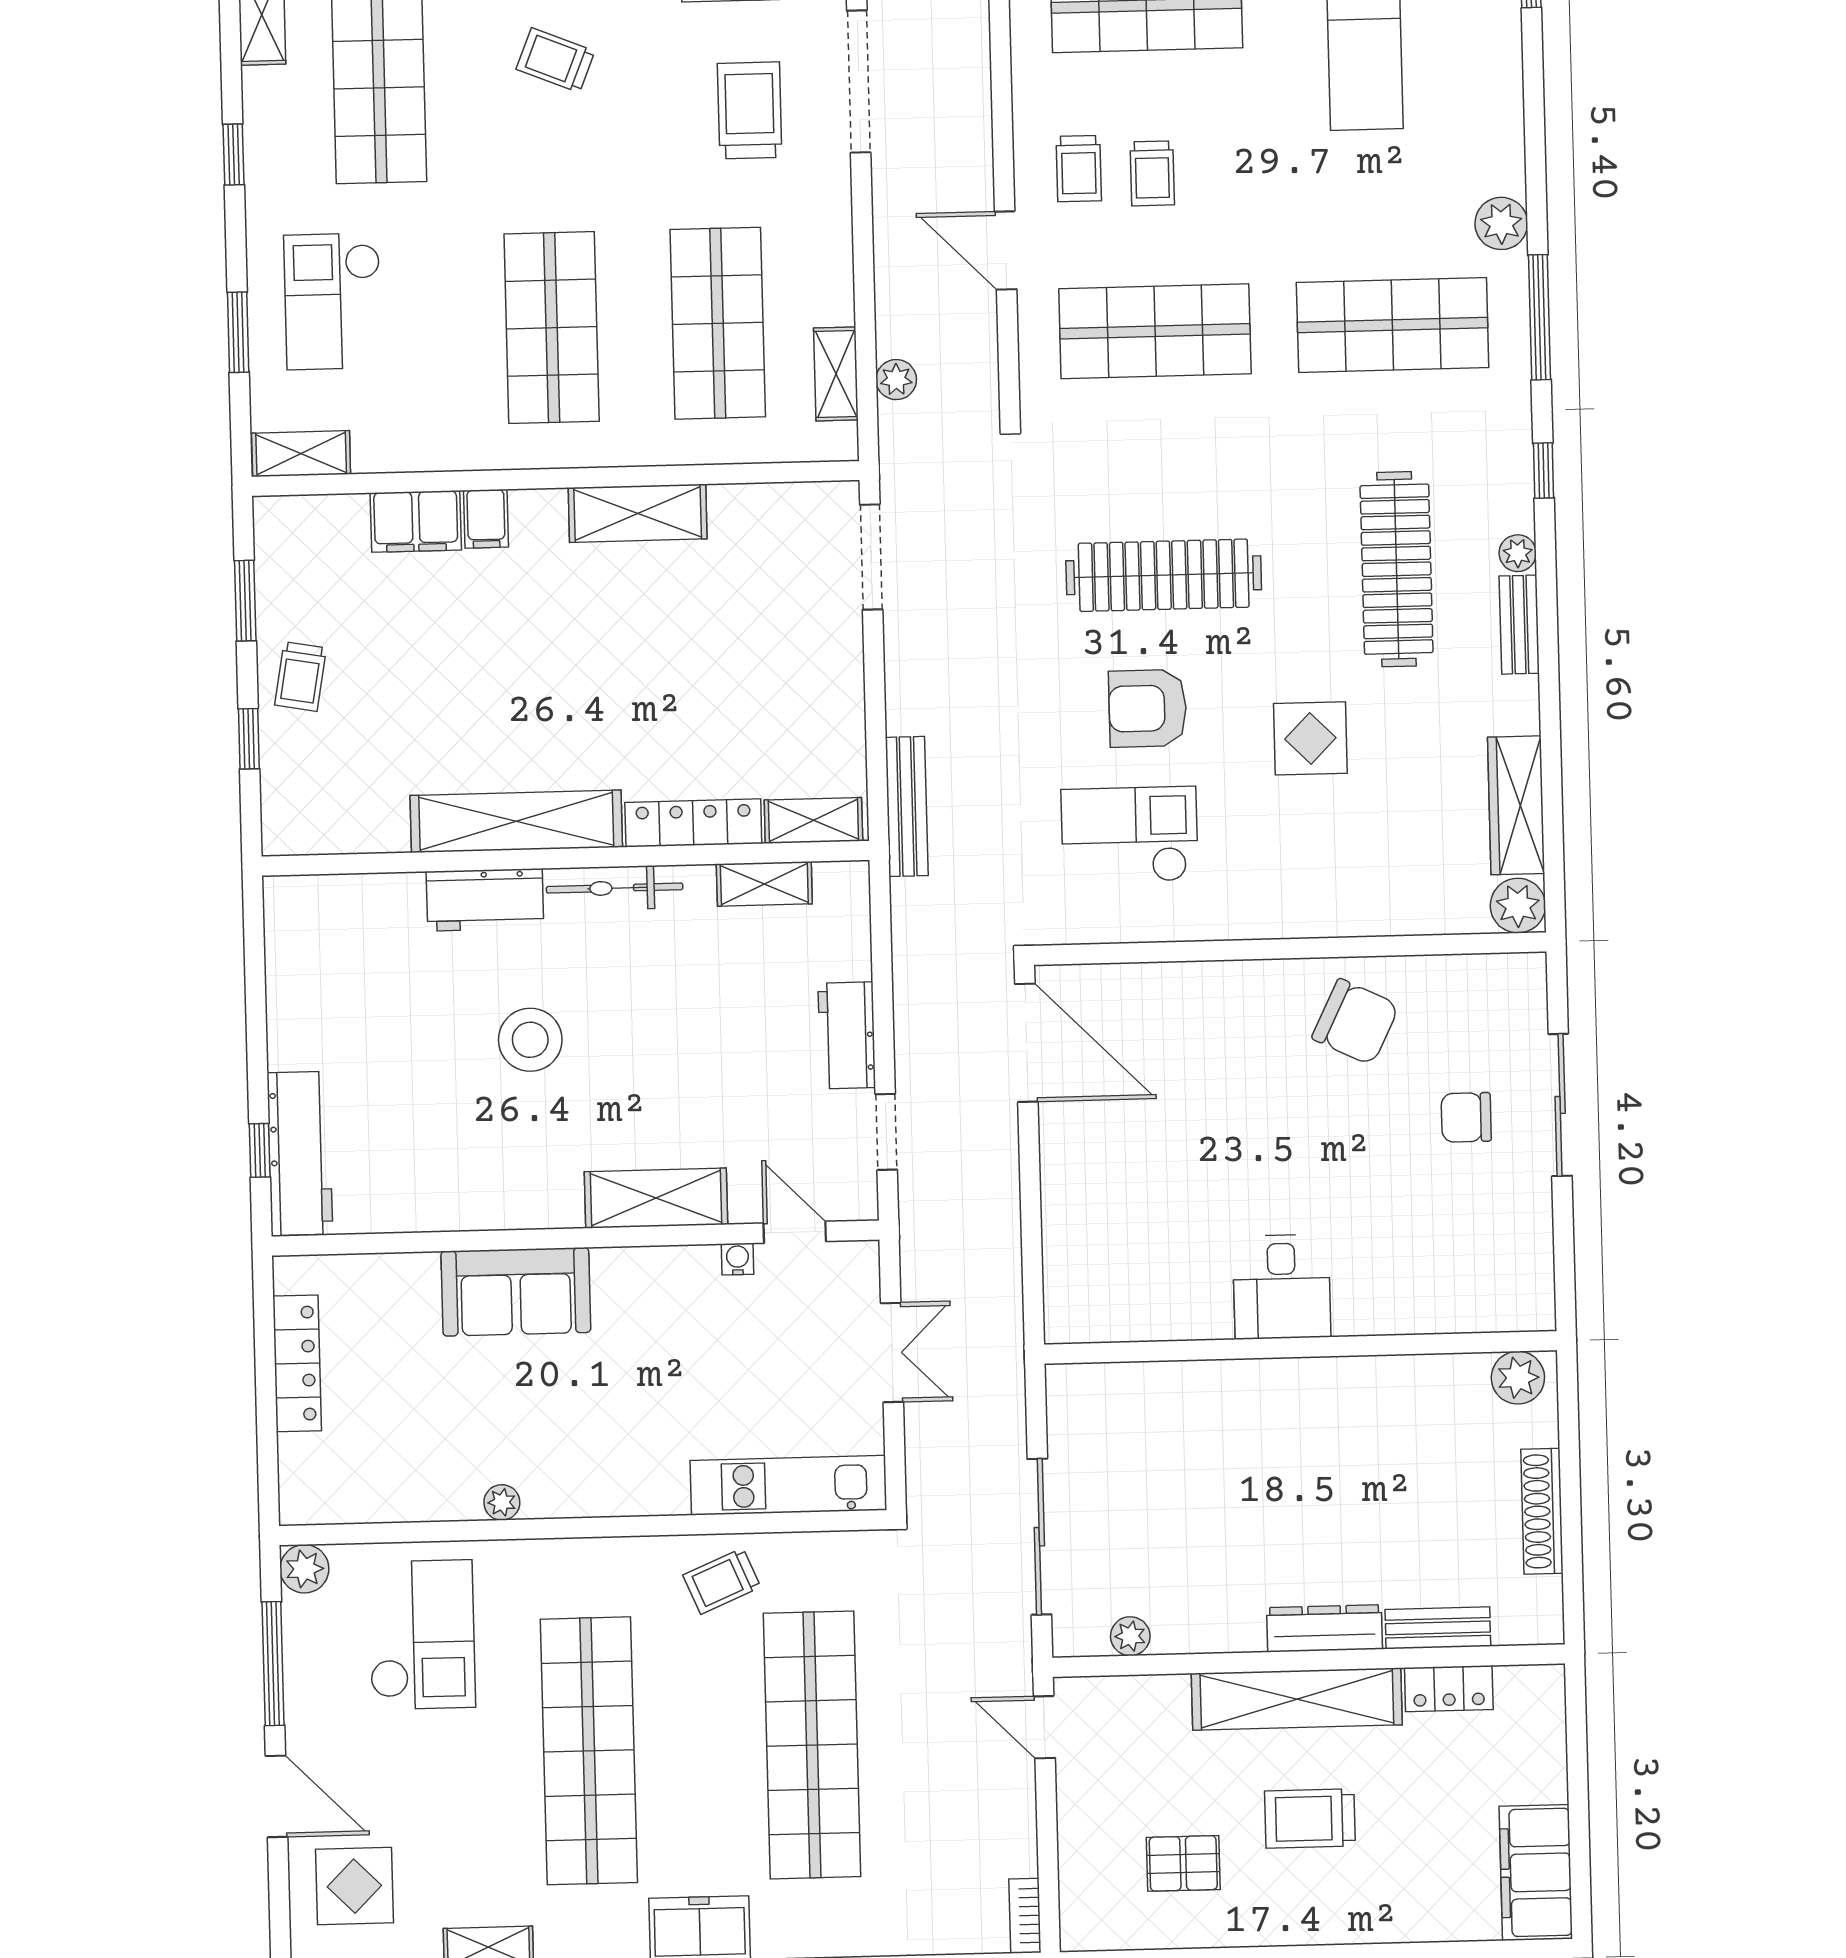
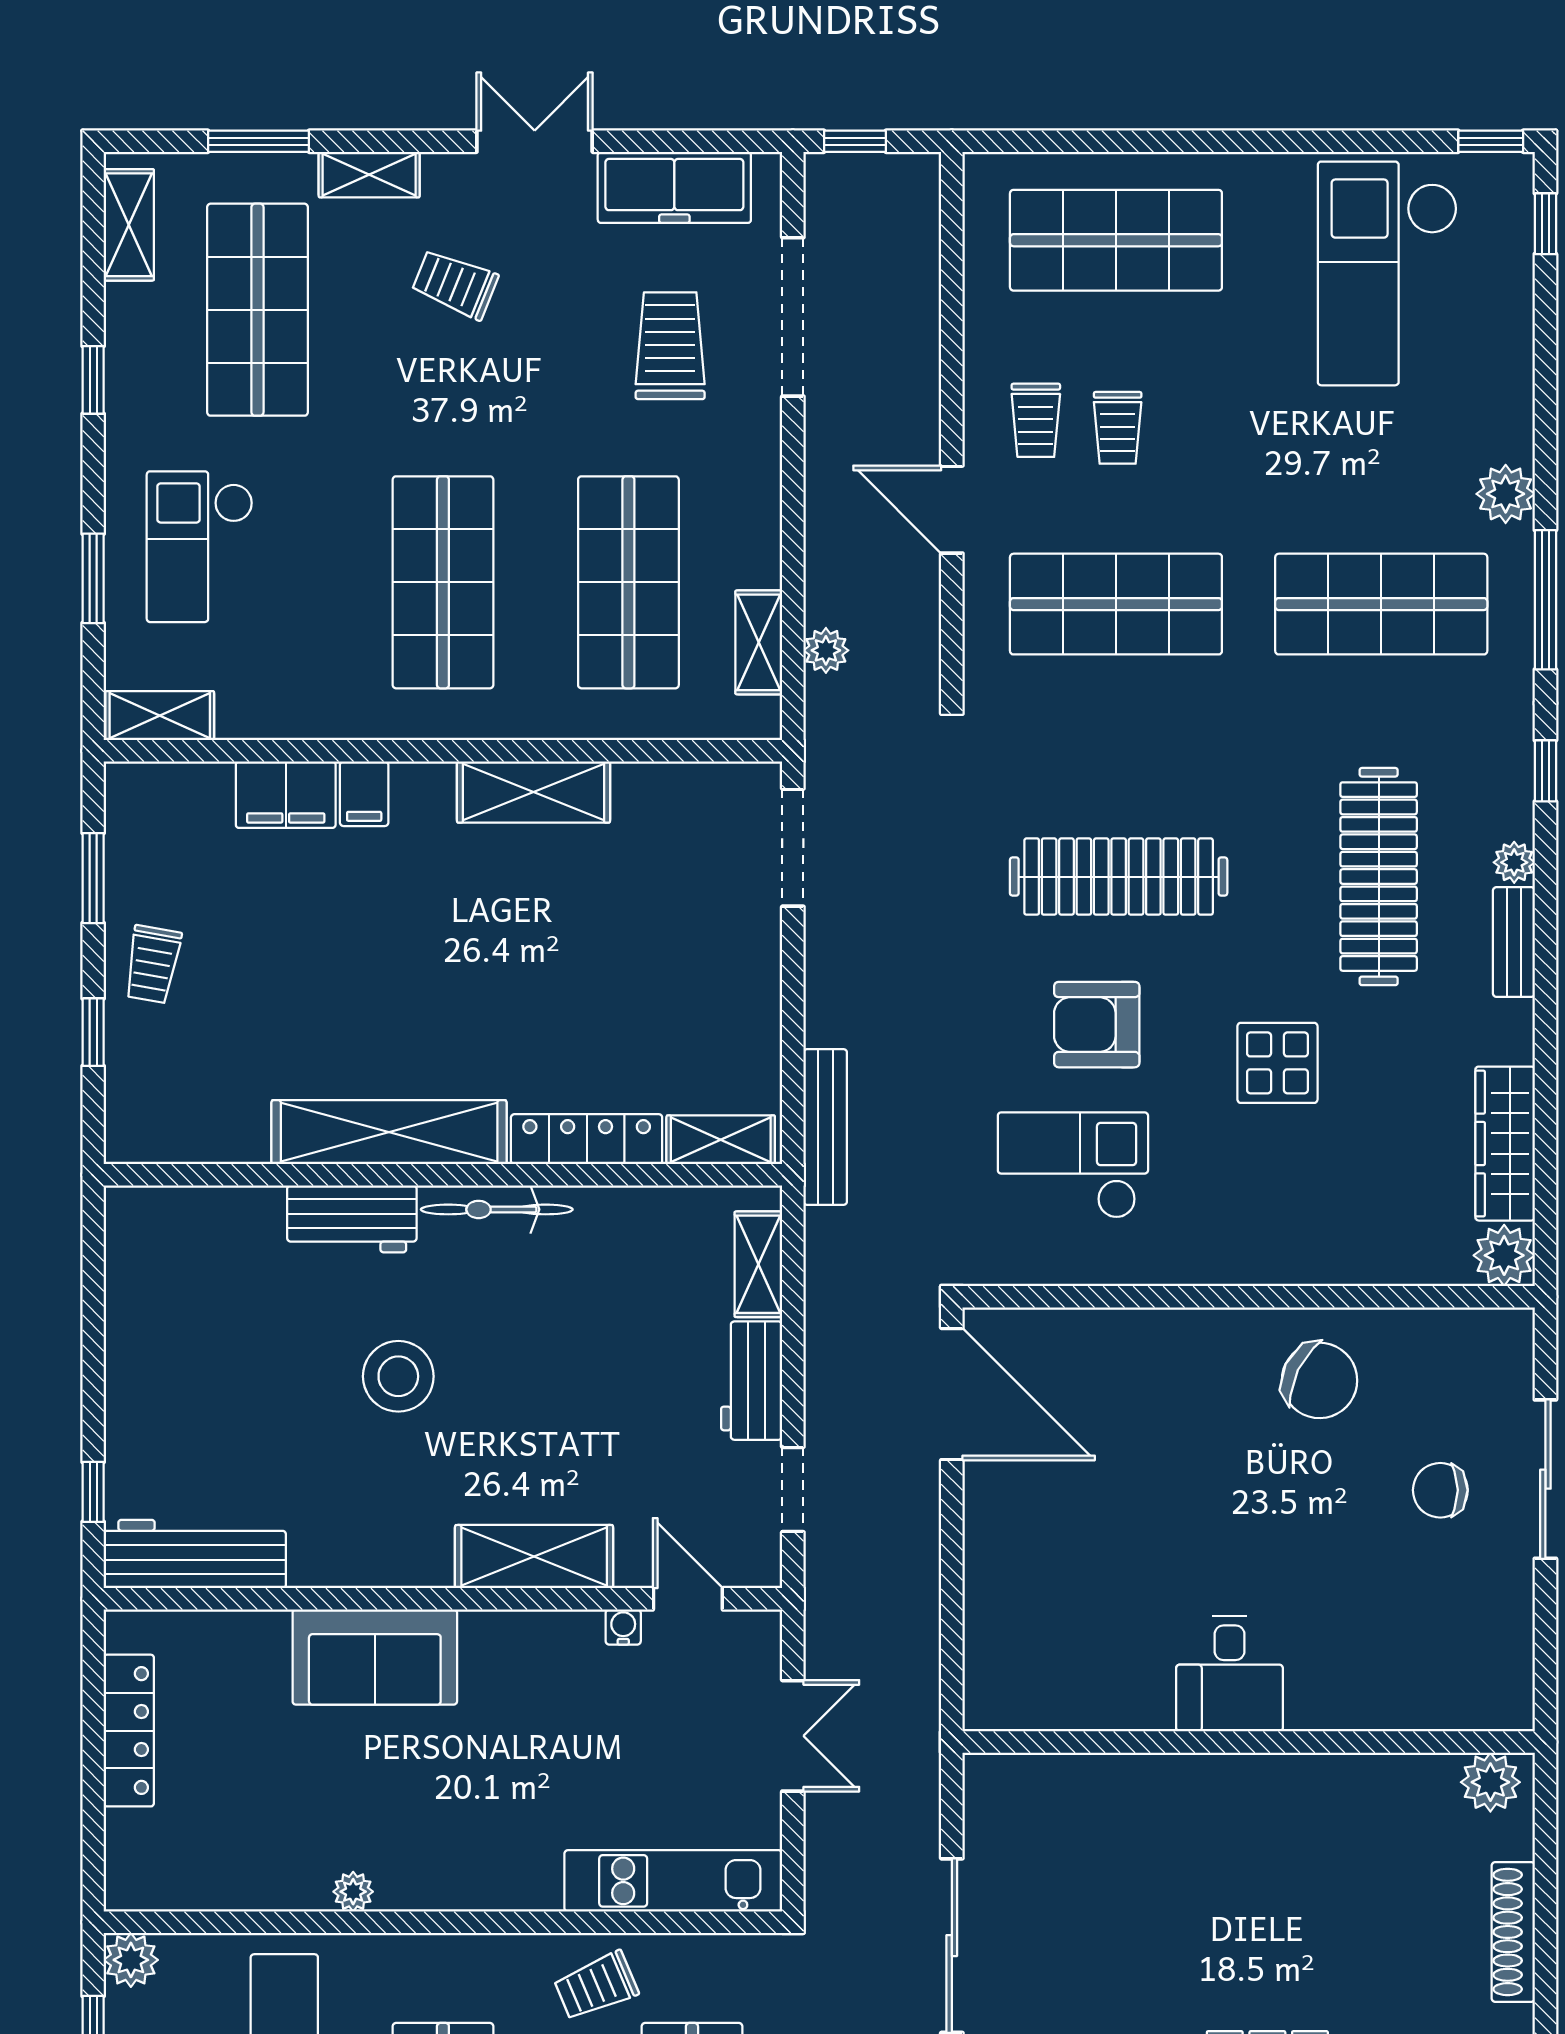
shelving: (764, 884) -> (758, 1264), moved, turned 90
workbench: (300, 1153) -> (195, 1554), moved, turned -90

